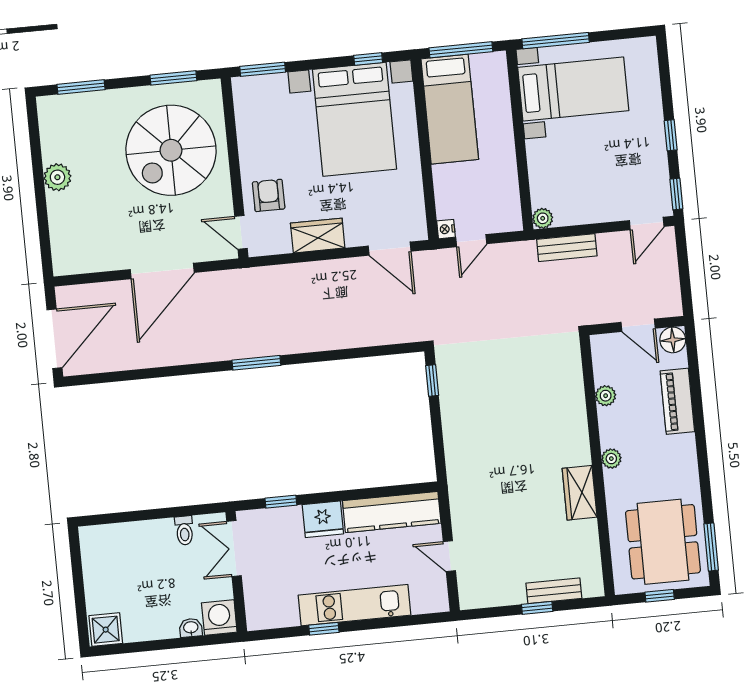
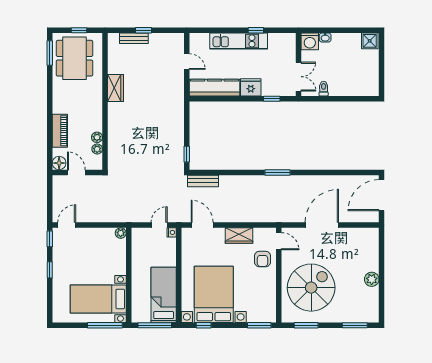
bench: (567, 248) -> (203, 181), moved
plant: (611, 459) -> (97, 149), moved

